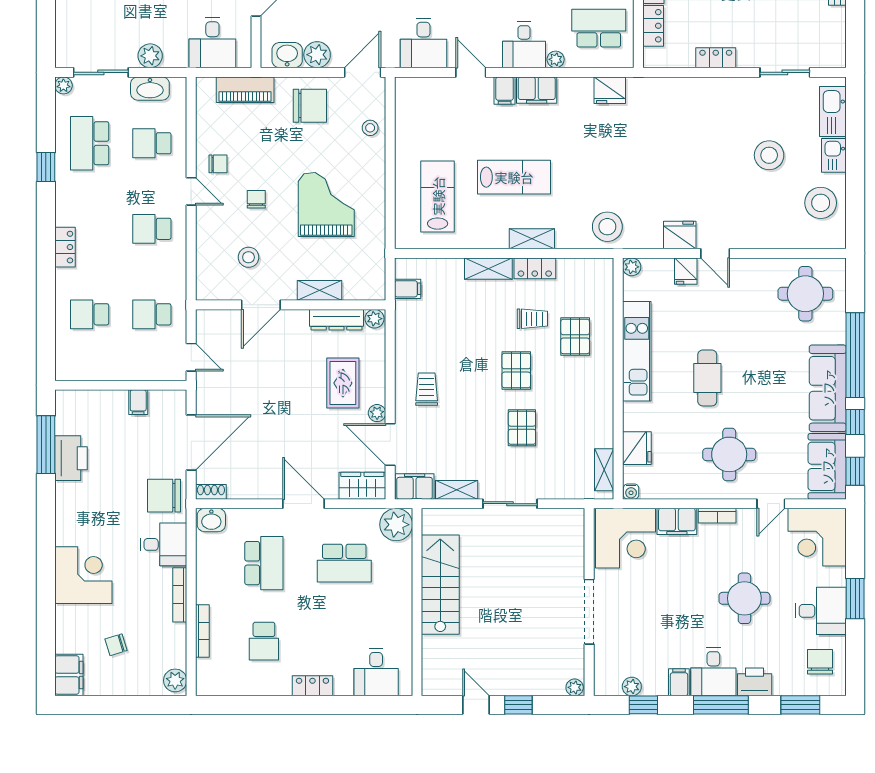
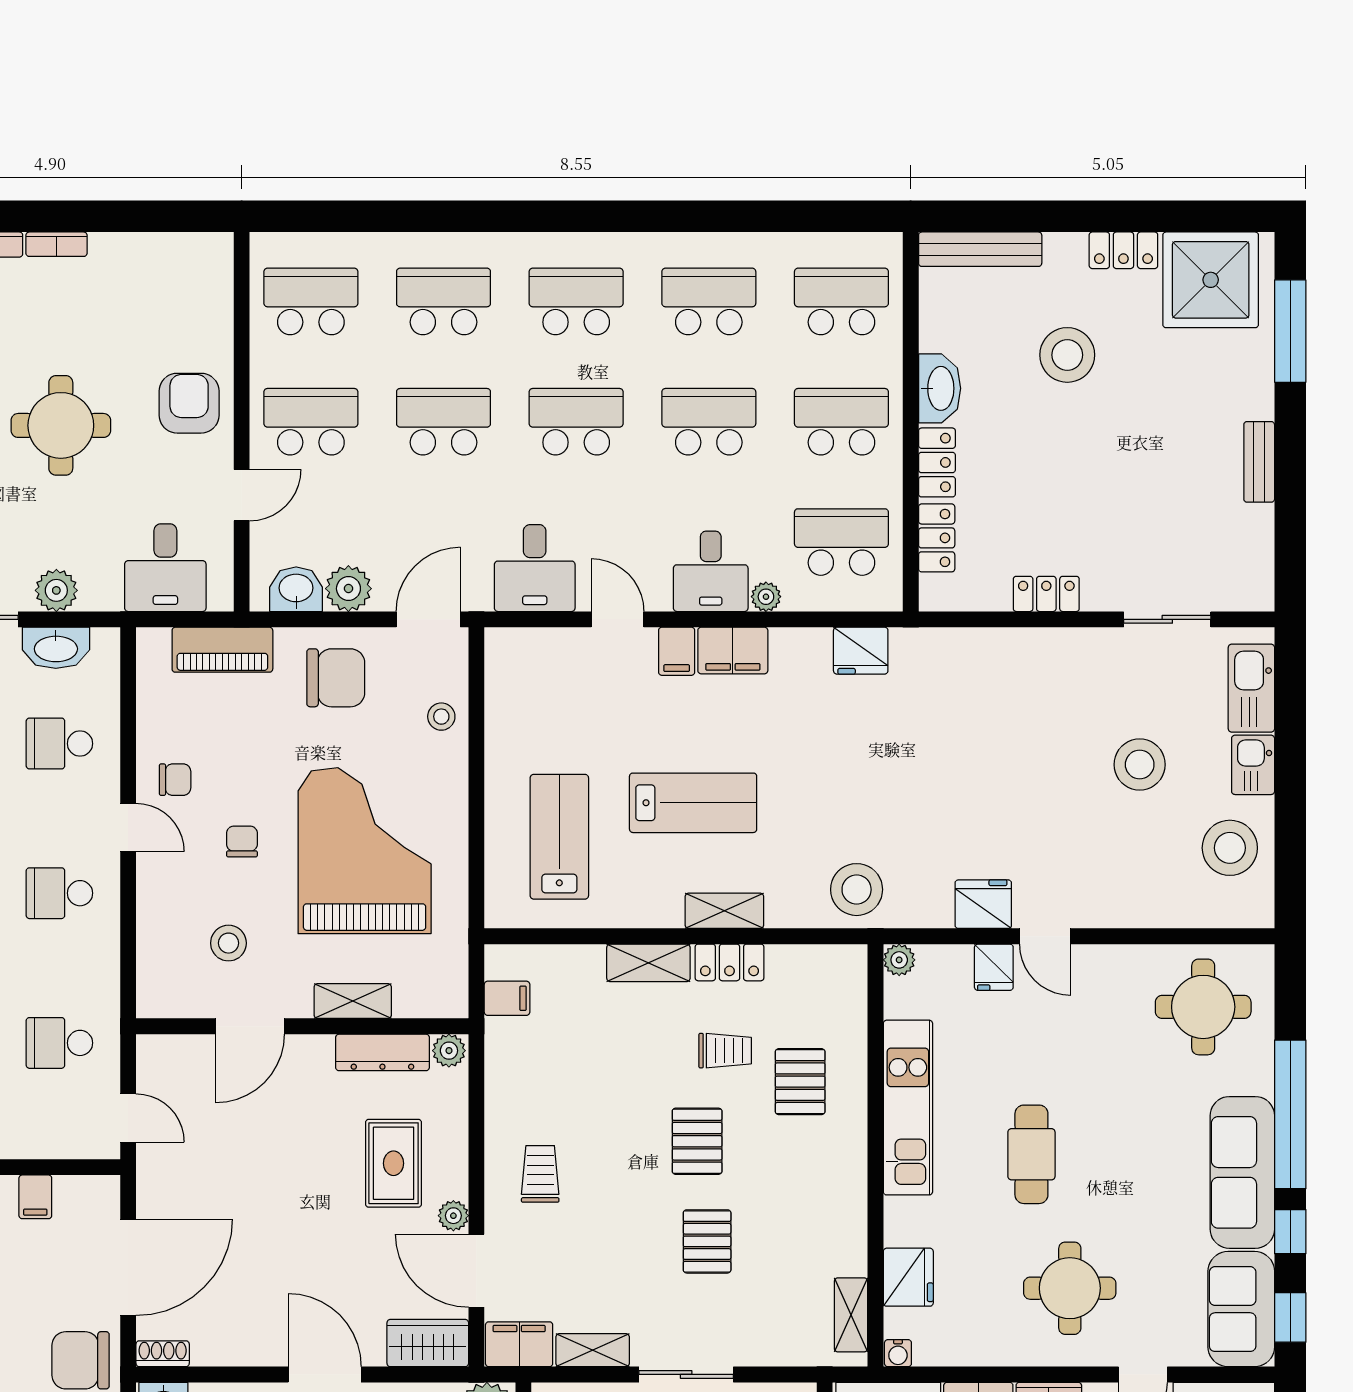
grand piano: (326, 204) -> (365, 851), width x1.37, depth x1.48

